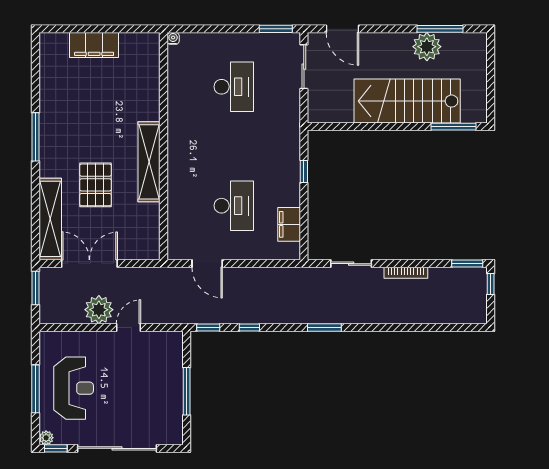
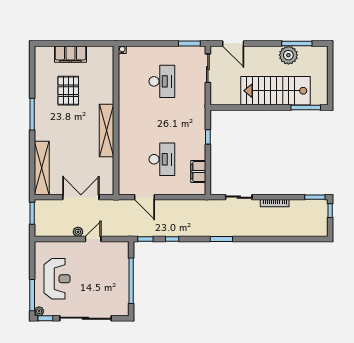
pallet: (96, 185) -> (68, 91), moved
double door: (89, 264) -> (81, 197), moved
plant: (99, 310) -> (78, 232), width x0.53, depth x0.53
window: (36, 389) -> (32, 295), moved
window: (187, 391) -> (131, 281), width x1.46

